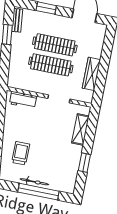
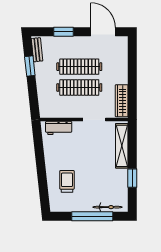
wardrobe: (91, 74) -> (122, 101), moved
shelving: (80, 129) -> (122, 146), width x1.47
bicycle: (34, 182) -> (107, 207), moved

